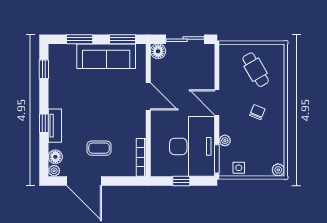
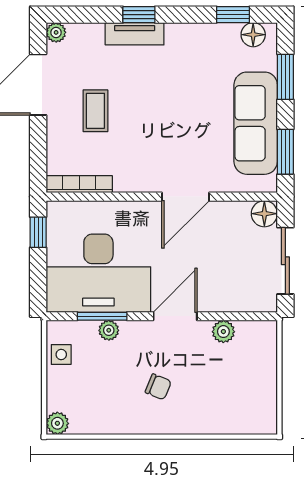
cafe table: (256, 70) -> (232, 384), removed
plant: (226, 75) -> (223, 332), added
floor lamp: (55, 157) -> (253, 35), moved
window: (217, 159) -> (102, 316), moved
window: (181, 181) -> (38, 232), moved

